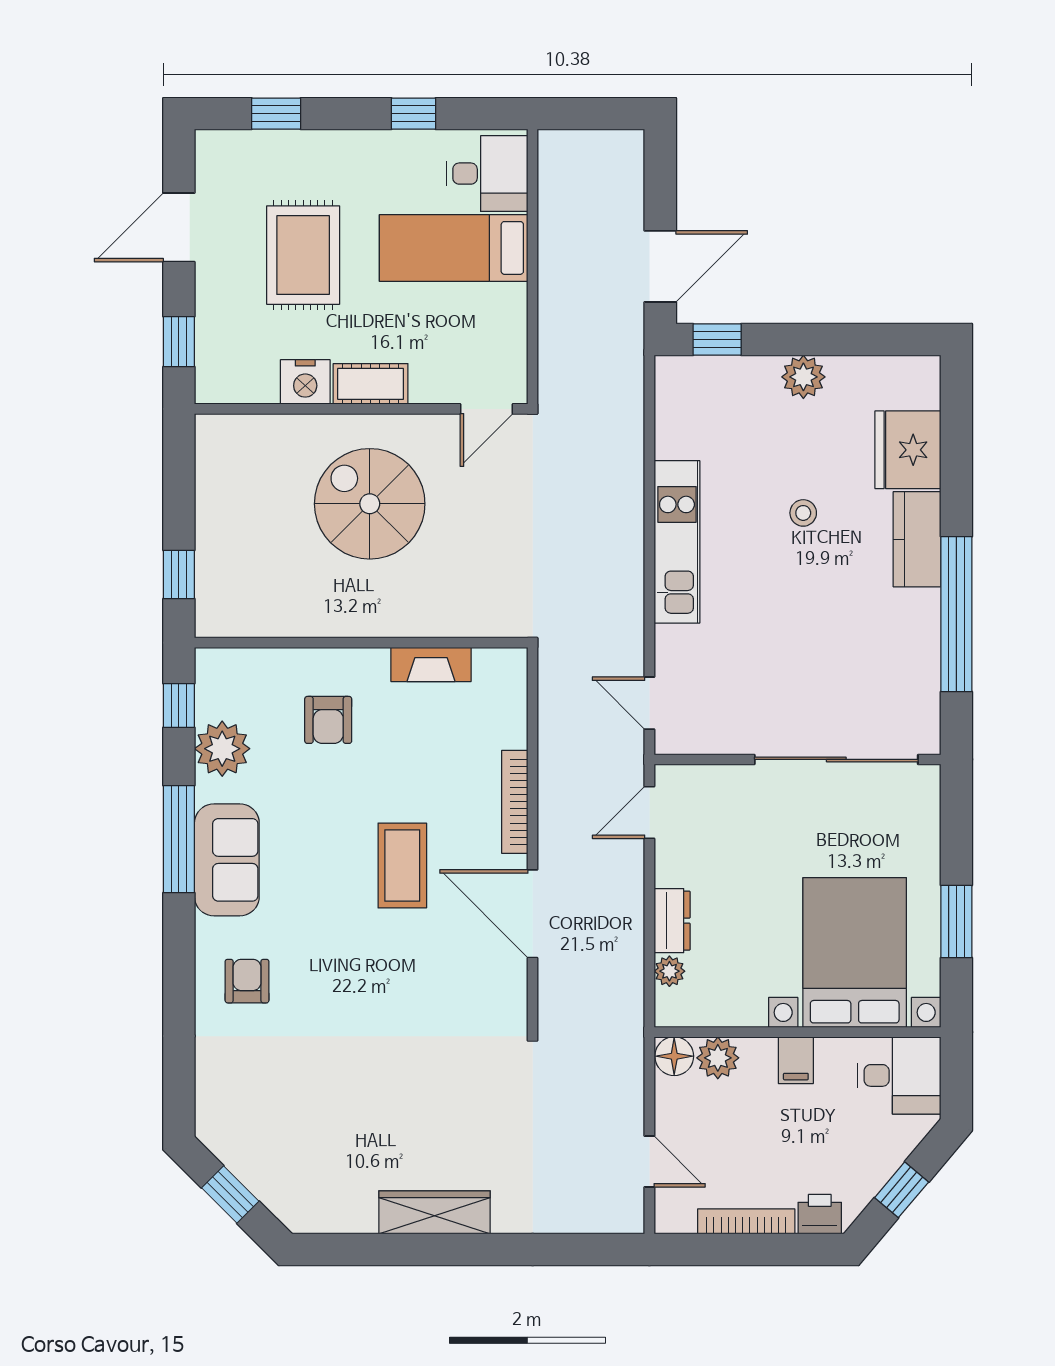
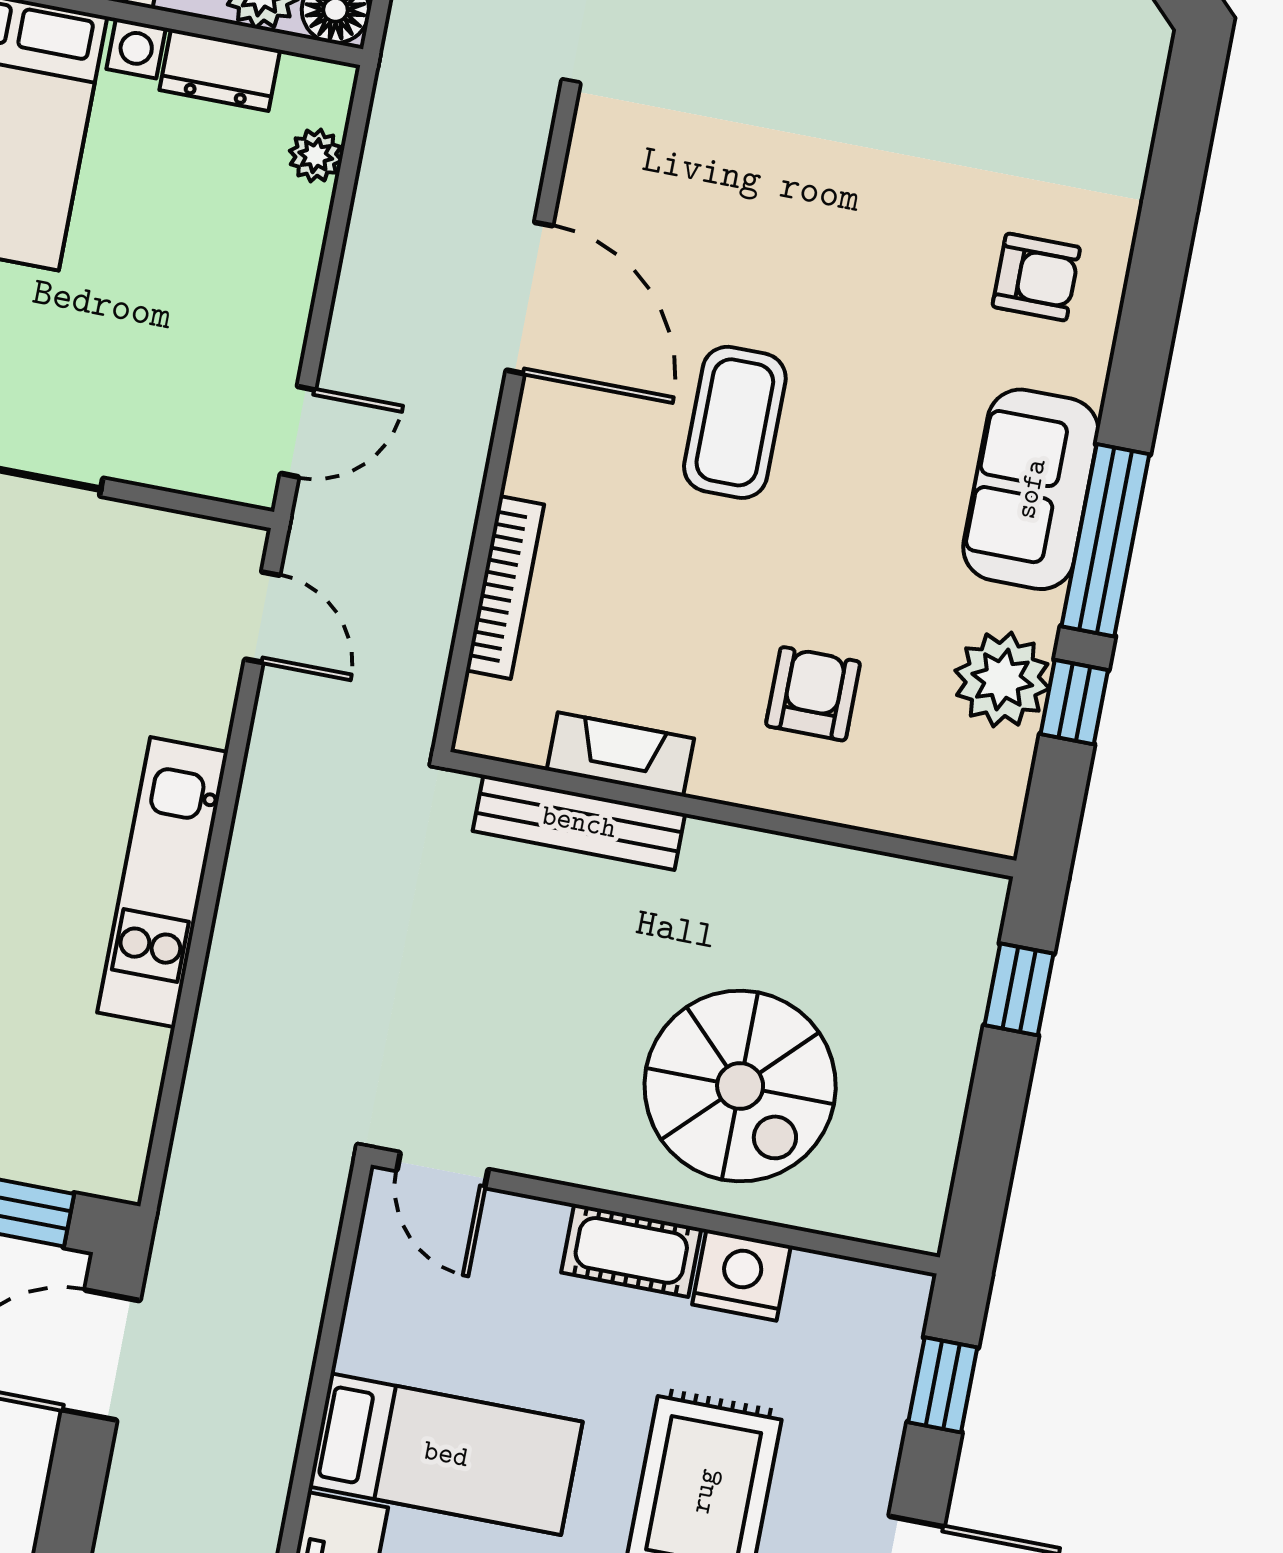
door: (487, 409) -> (442, 1170), swing flipped
spiral stairs: (370, 504) -> (740, 1086), moved
bench: (447, 621) -> (579, 822), added
window: (179, 706) -> (1074, 702), moved
bookcase: (515, 802) -> (505, 587), moved
dresser: (672, 921) -> (220, 70), moved, turned -90
armchair: (247, 981) -> (1036, 277), turned -90

